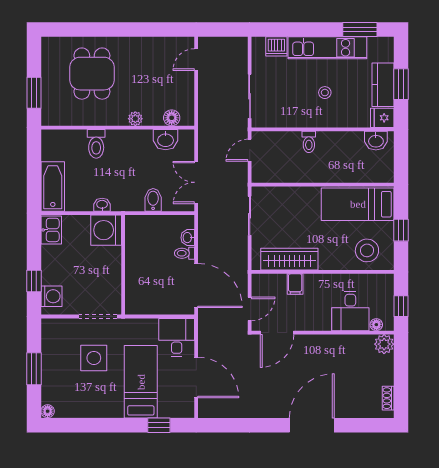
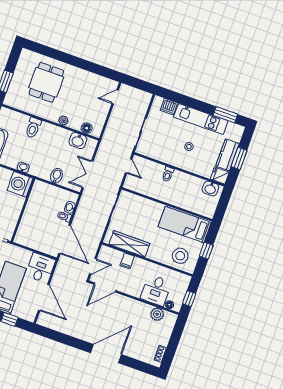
door: (250, 150) -> (129, 166), swing flipped
plant: (384, 344) -> (157, 314), moved

